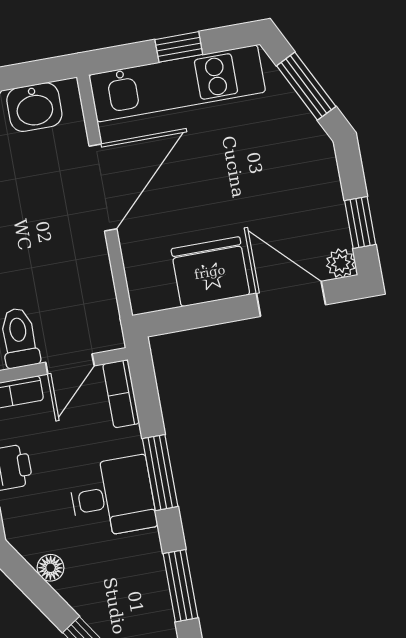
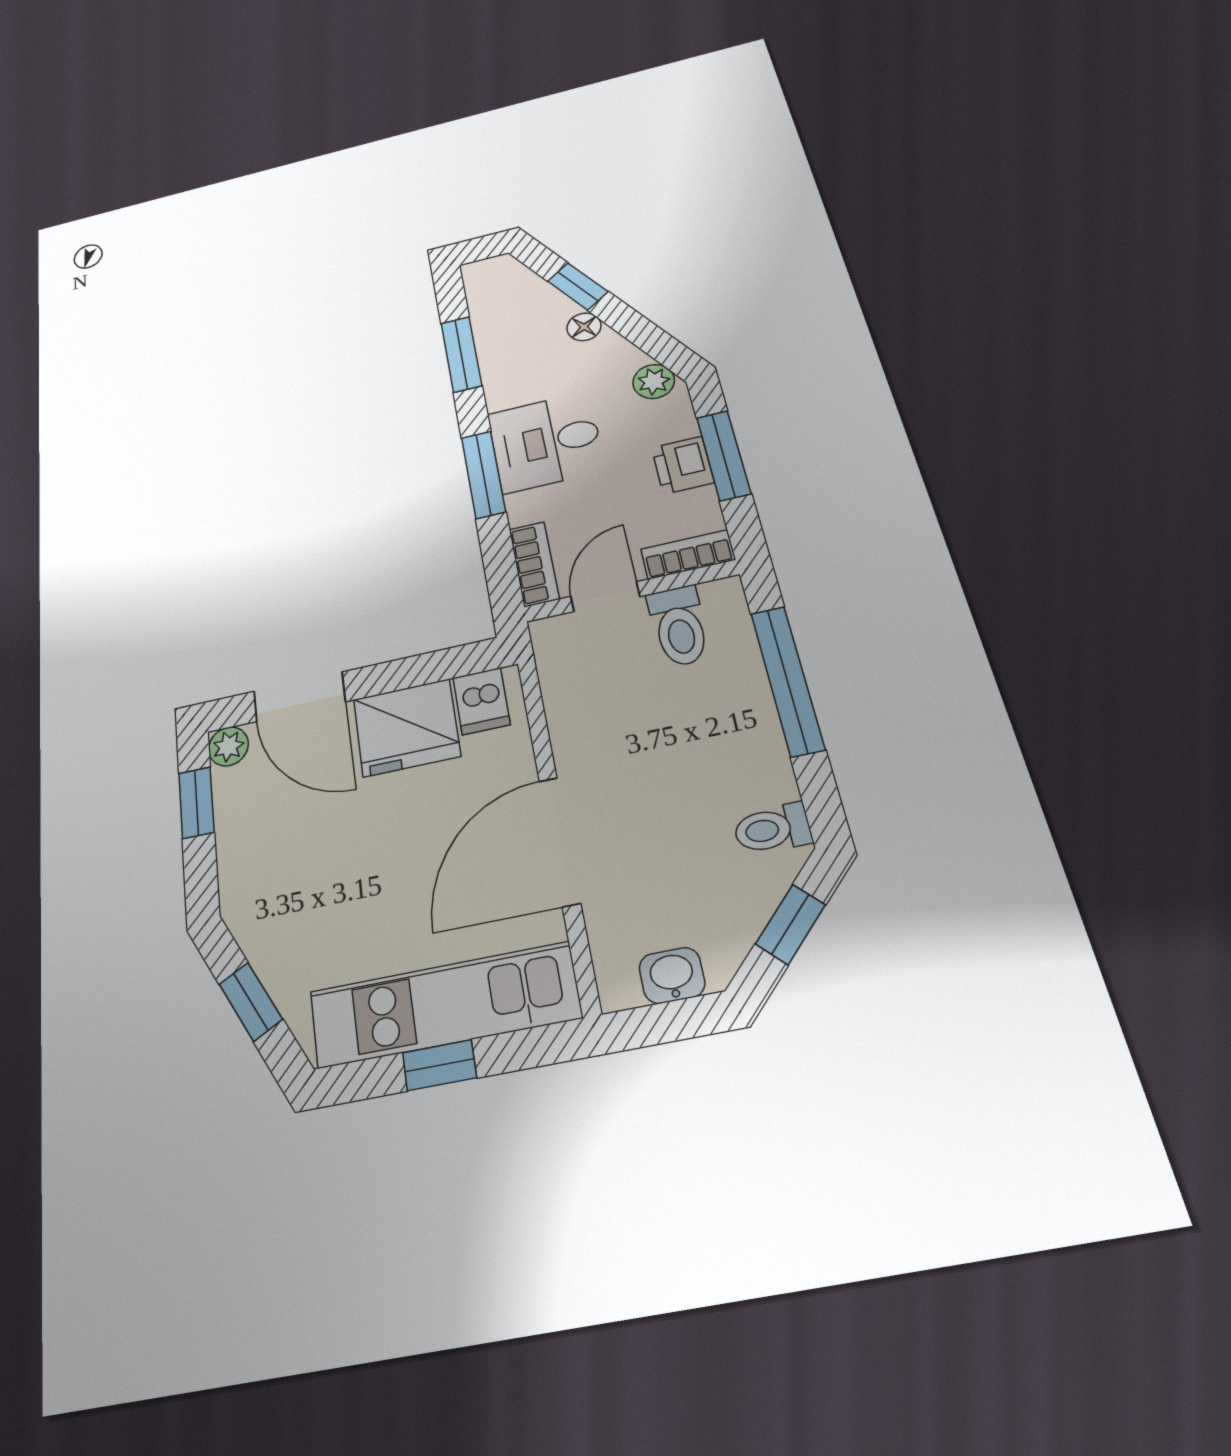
window: (306, 86) -> (251, 1002), width x0.67
washbasin: (34, 107) -> (672, 975), width x0.72, depth x0.69
dishwasher: (158, 289) -> (481, 701), added
plant: (30, 543) -> (654, 381), added
floor lamp: (51, 568) -> (584, 327), moved

